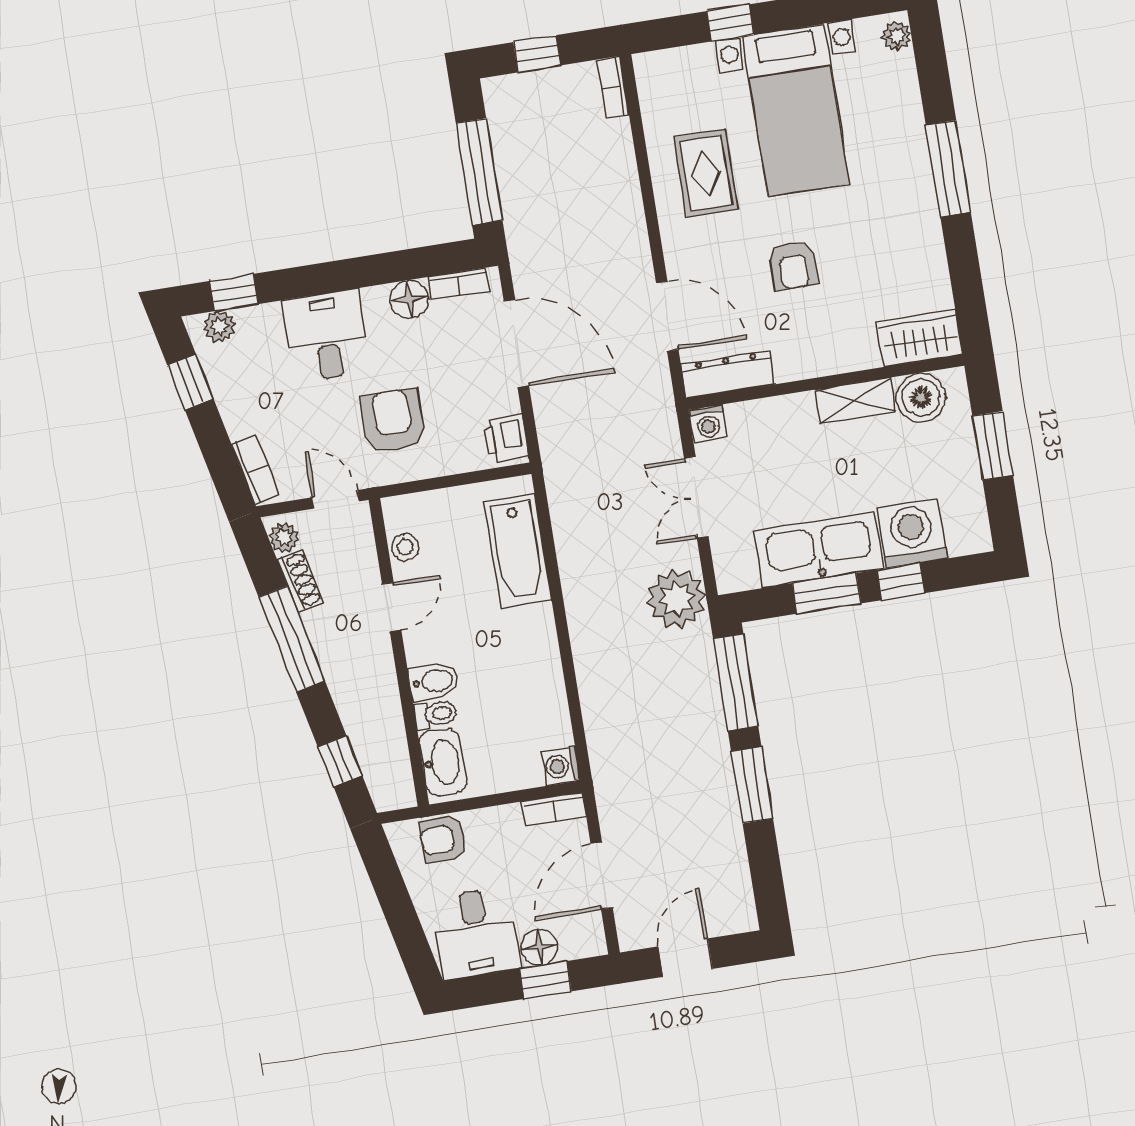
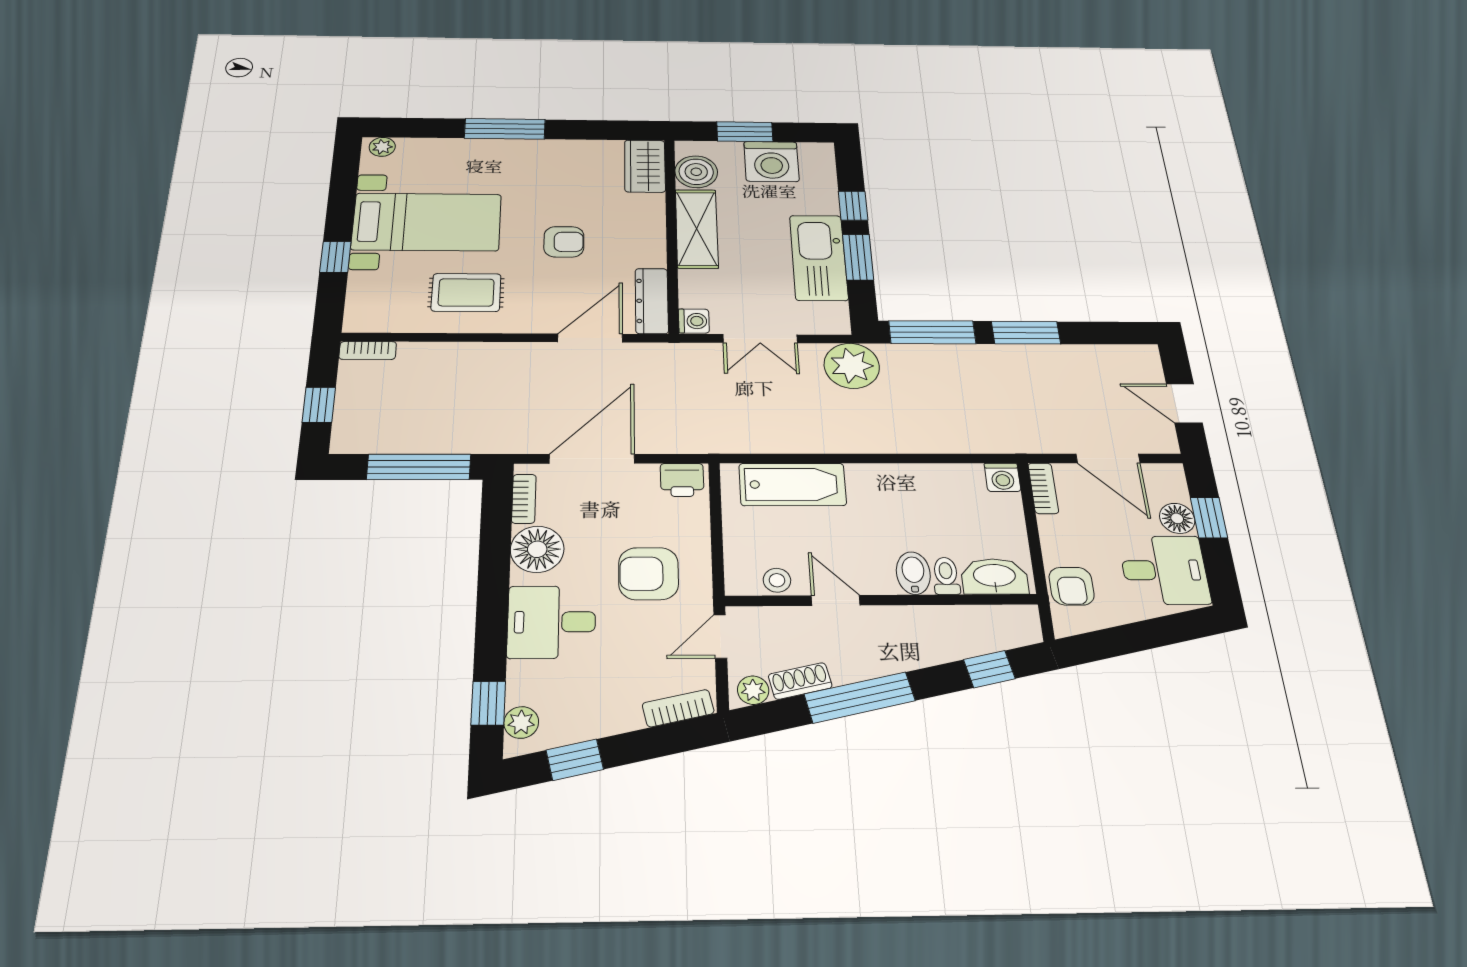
floor lamp: (409, 299) -> (537, 549), width x1.38, depth x1.38
shelving: (855, 401) -> (697, 229), width x1.50, depth x1.33
washing machine: (912, 533) -> (771, 162), moved, turned -90

